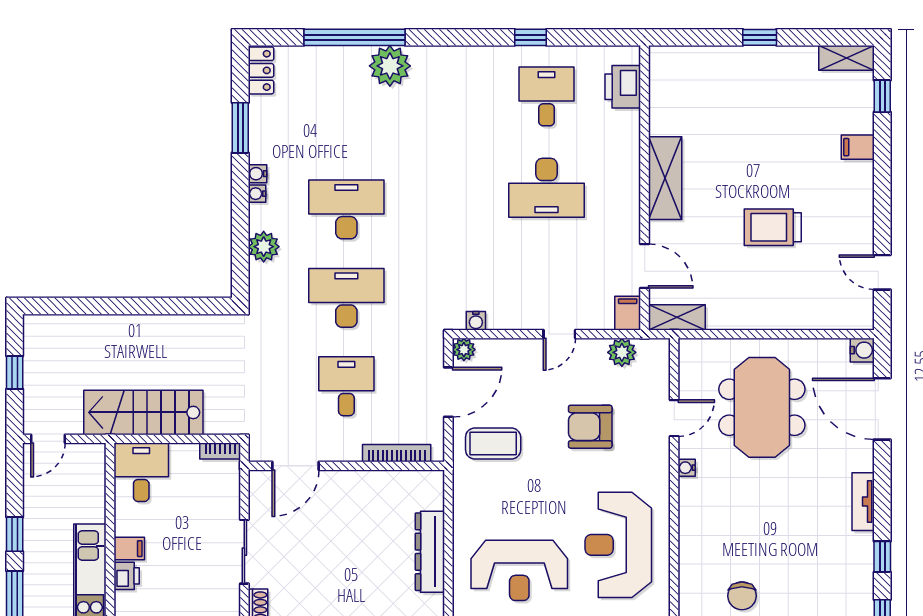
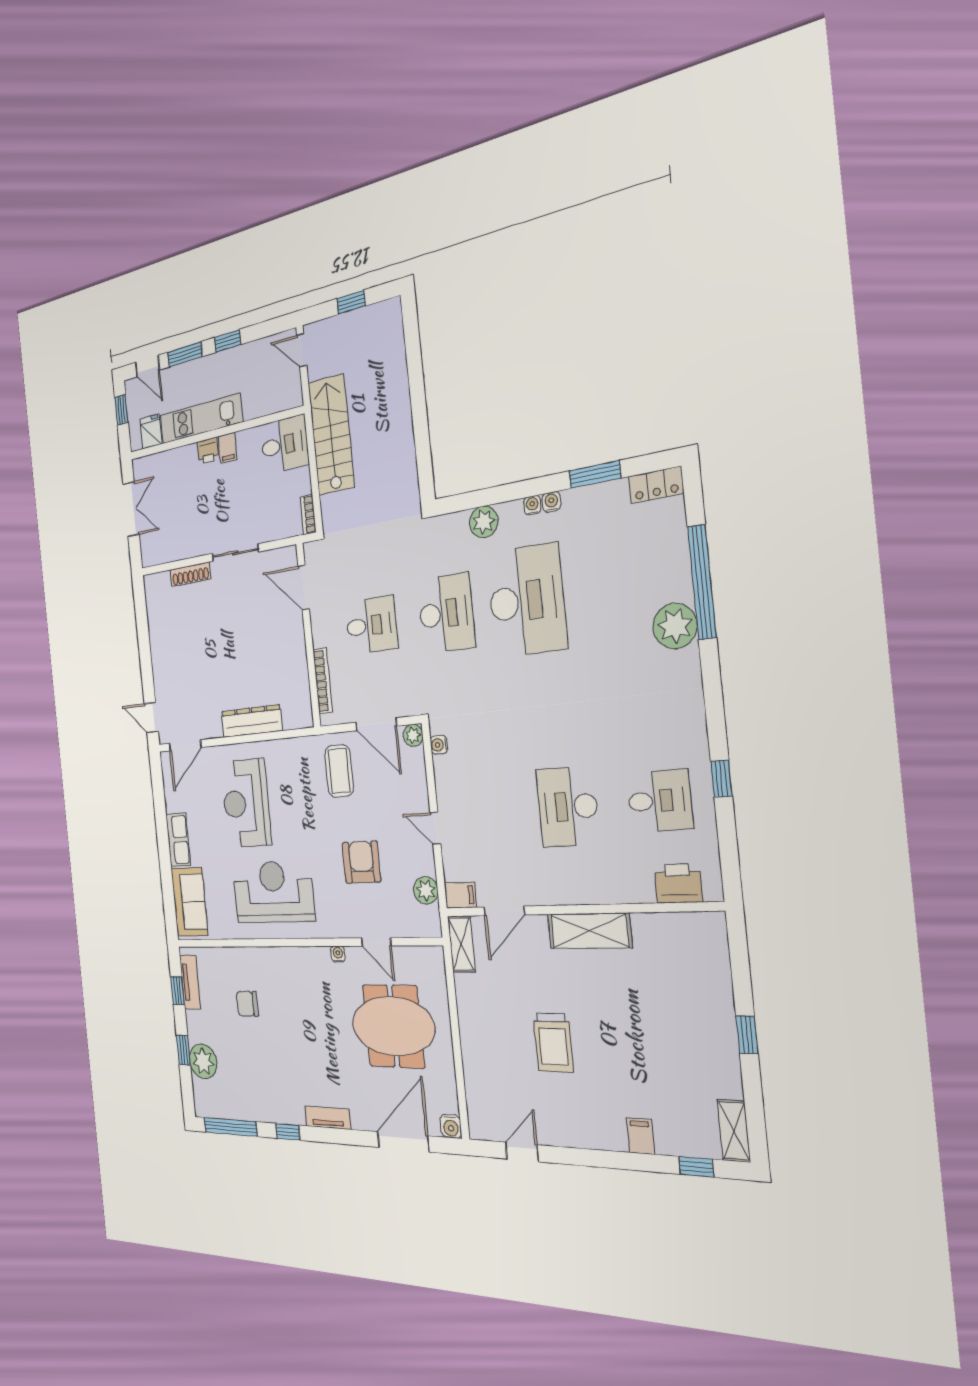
desk: (346, 209) -> (527, 601), width x1.36, depth x1.30
trolley: (773, 227) -> (553, 1042), turned 180

